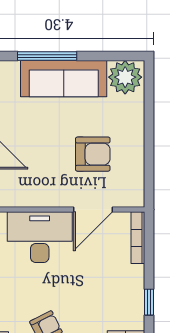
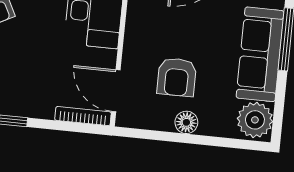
floor lamp: (134, 141) -> (186, 122), added
door: (93, 210) -> (116, 91), moved

